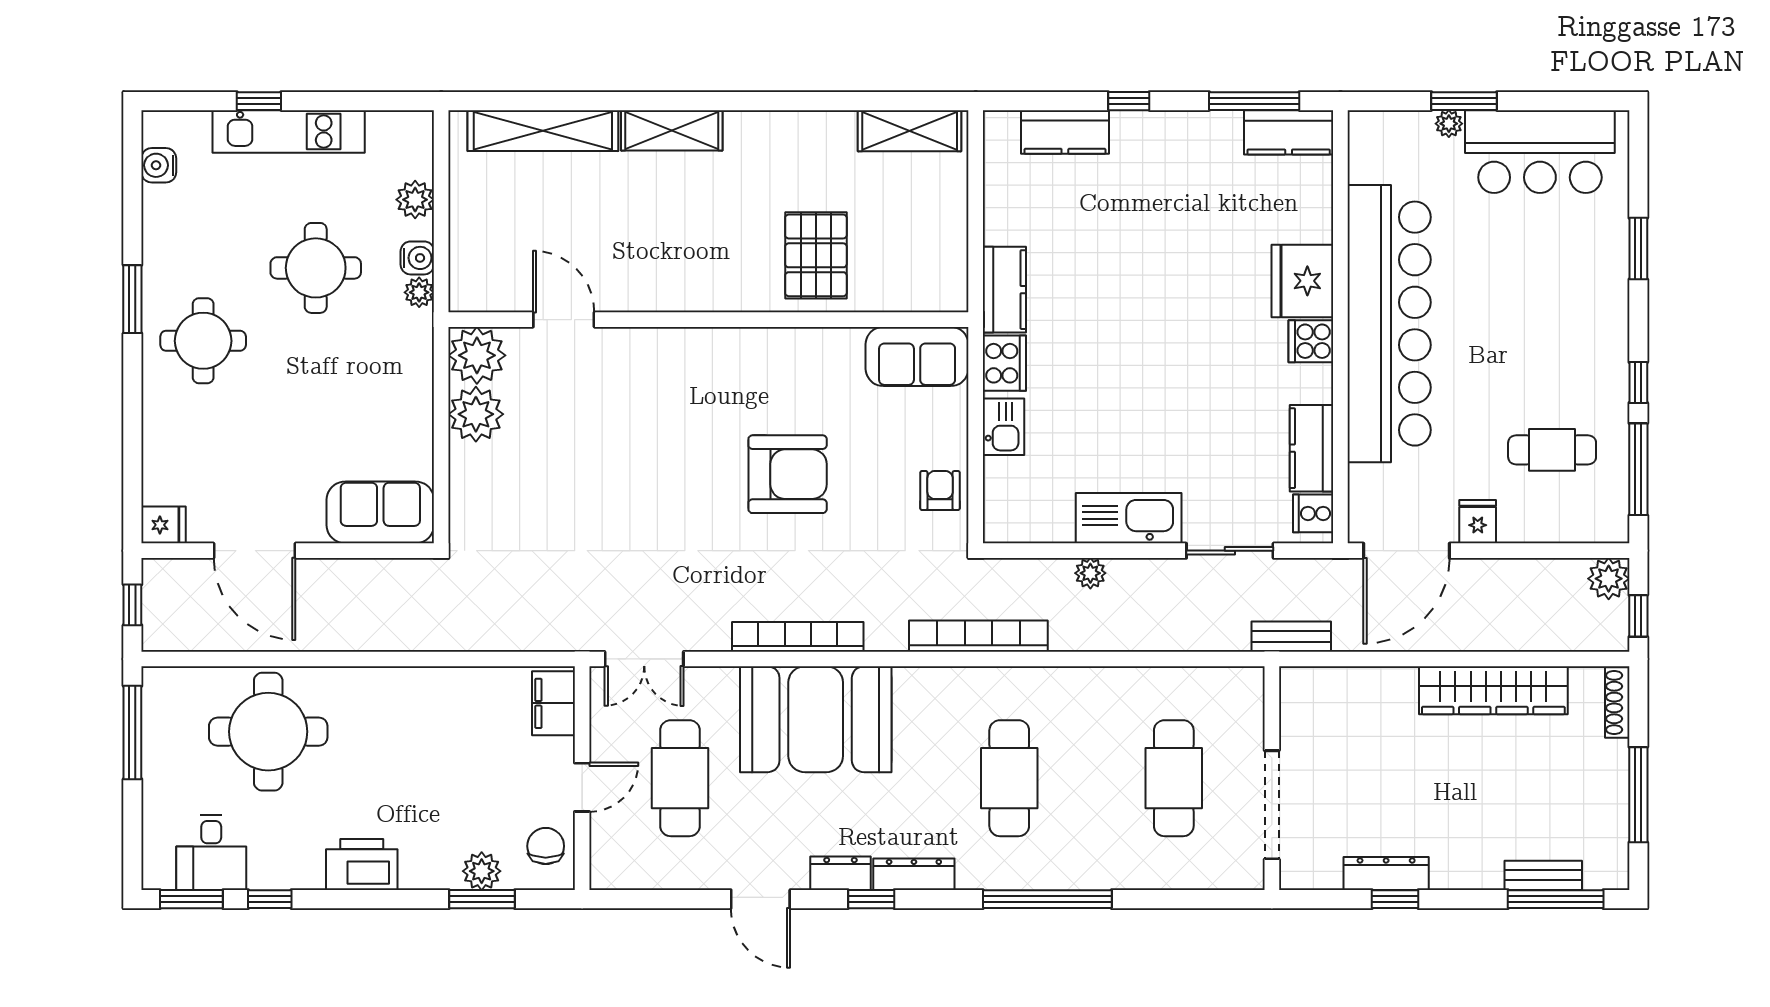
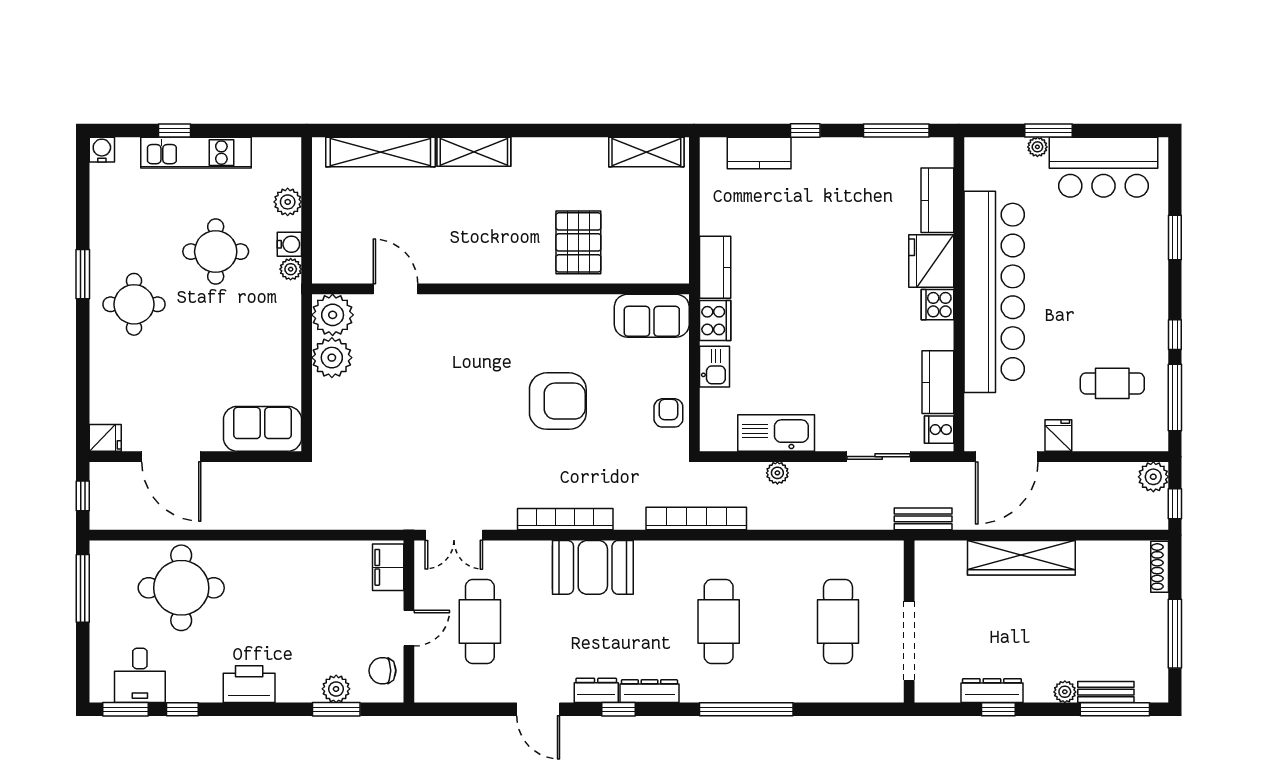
kitchen counter: (1289, 132) -> (937, 200), moved, turned 90
water cooler: (159, 165) -> (102, 150), moved, turned 90
kitchen sink: (1129, 518) -> (776, 433), moved
wardrobe: (1493, 690) -> (1021, 558), moved
booth: (816, 719) -> (593, 567), width x0.73, depth x0.70
chair: (546, 846) -> (382, 671), turned -90
plant: (1487, 875) -> (1065, 692), added

